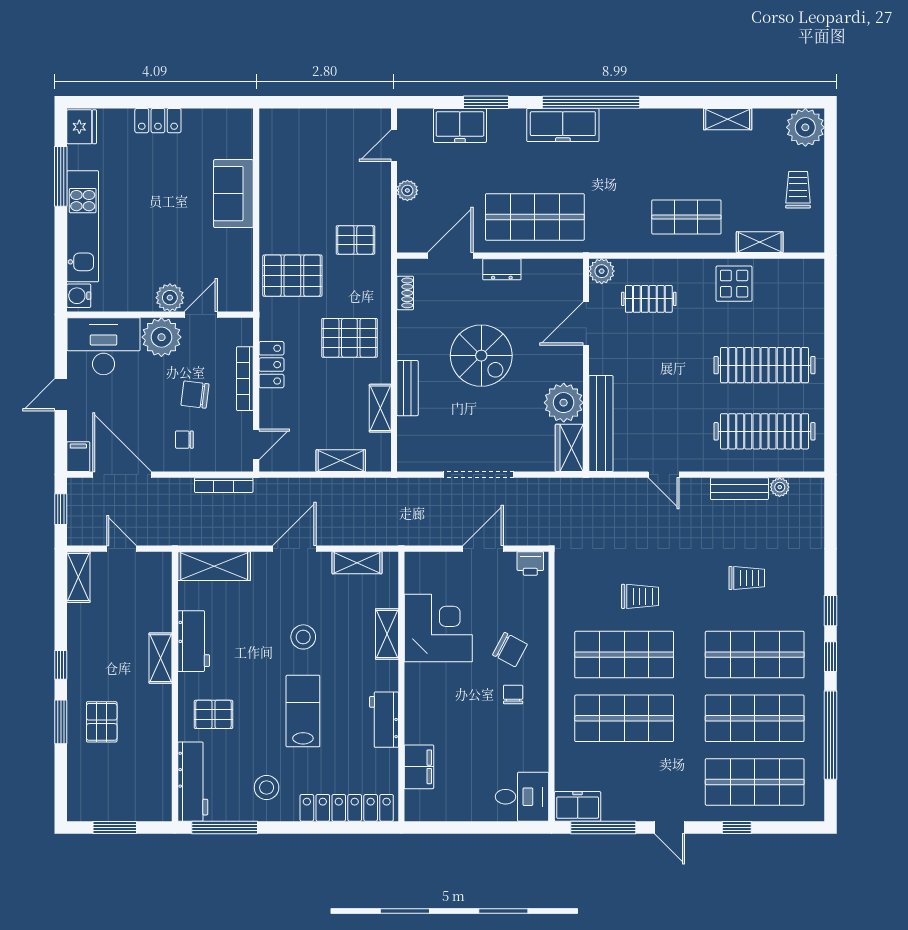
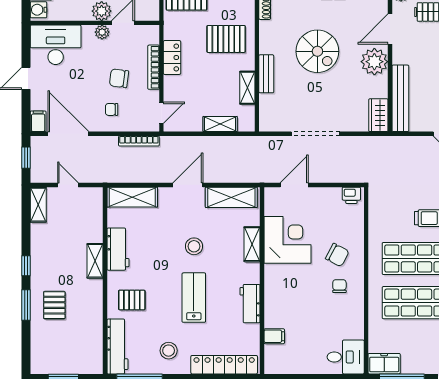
plant: (161, 337) -> (102, 32), width x0.53, depth x0.53
plant: (564, 403) -> (374, 62), moved
door: (483, 549) -> (294, 185), moved
shelving: (357, 563) -> (231, 197), width x1.50, depth x1.33
filing cabinet: (419, 767) -> (274, 336), width x0.50

